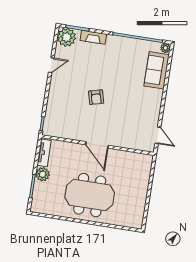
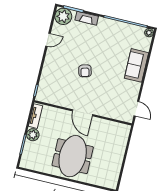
sofa: (157, 70) -> (137, 65), moved
meeting table: (90, 195) -> (73, 156), turned 90

